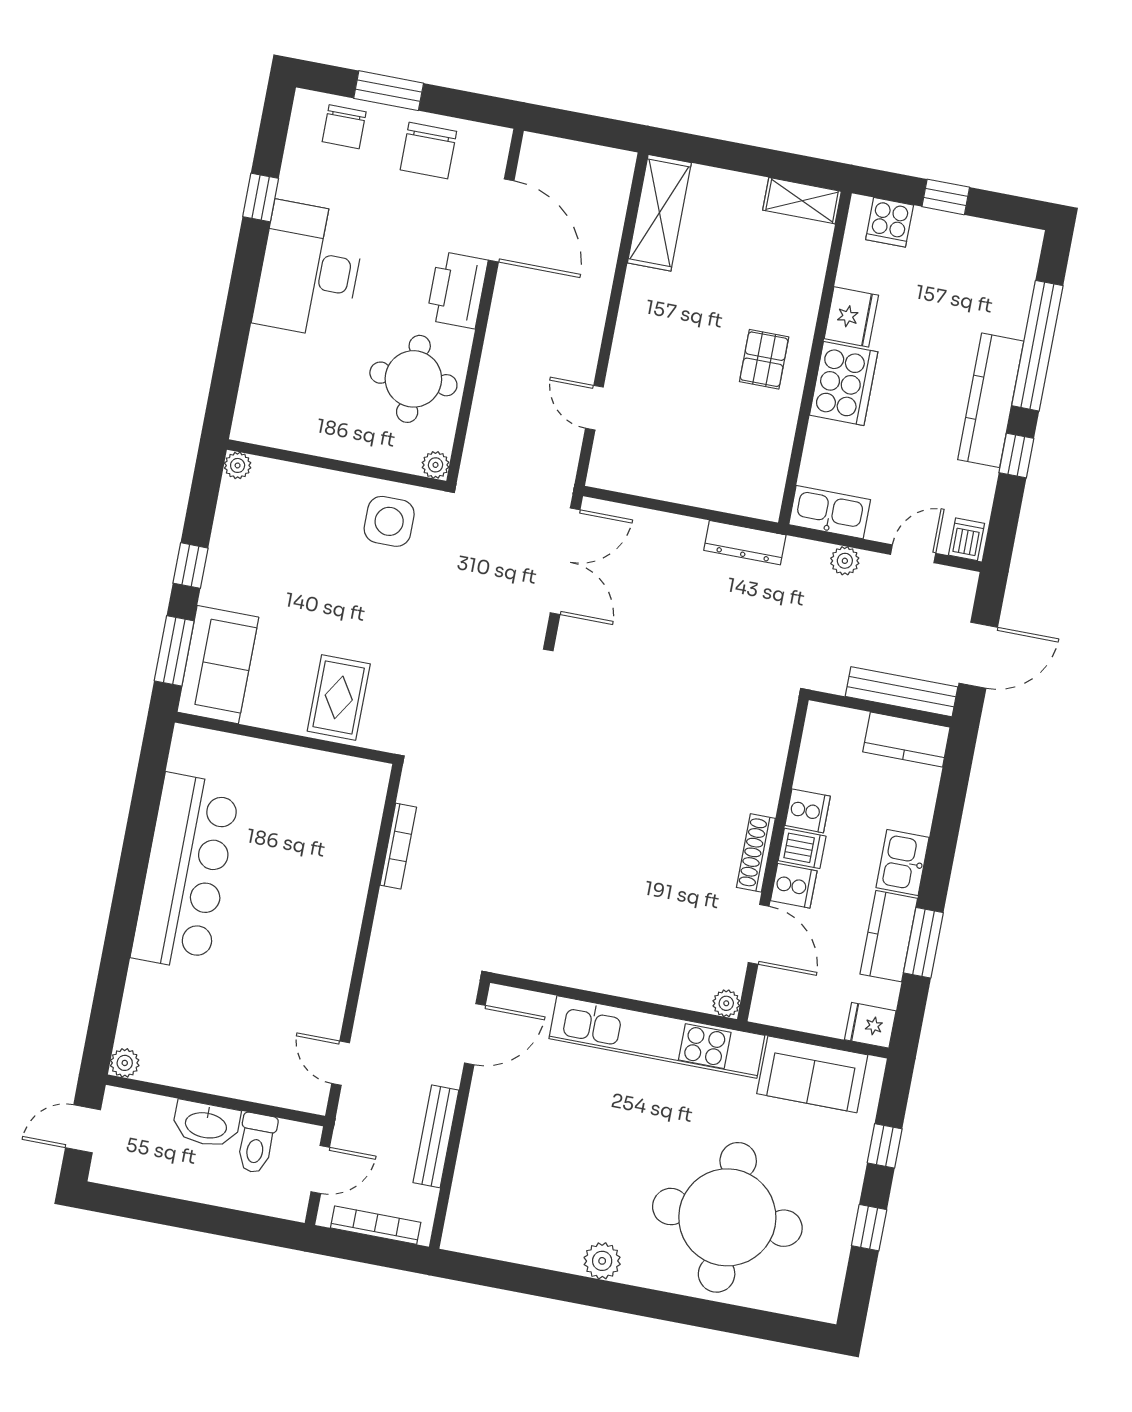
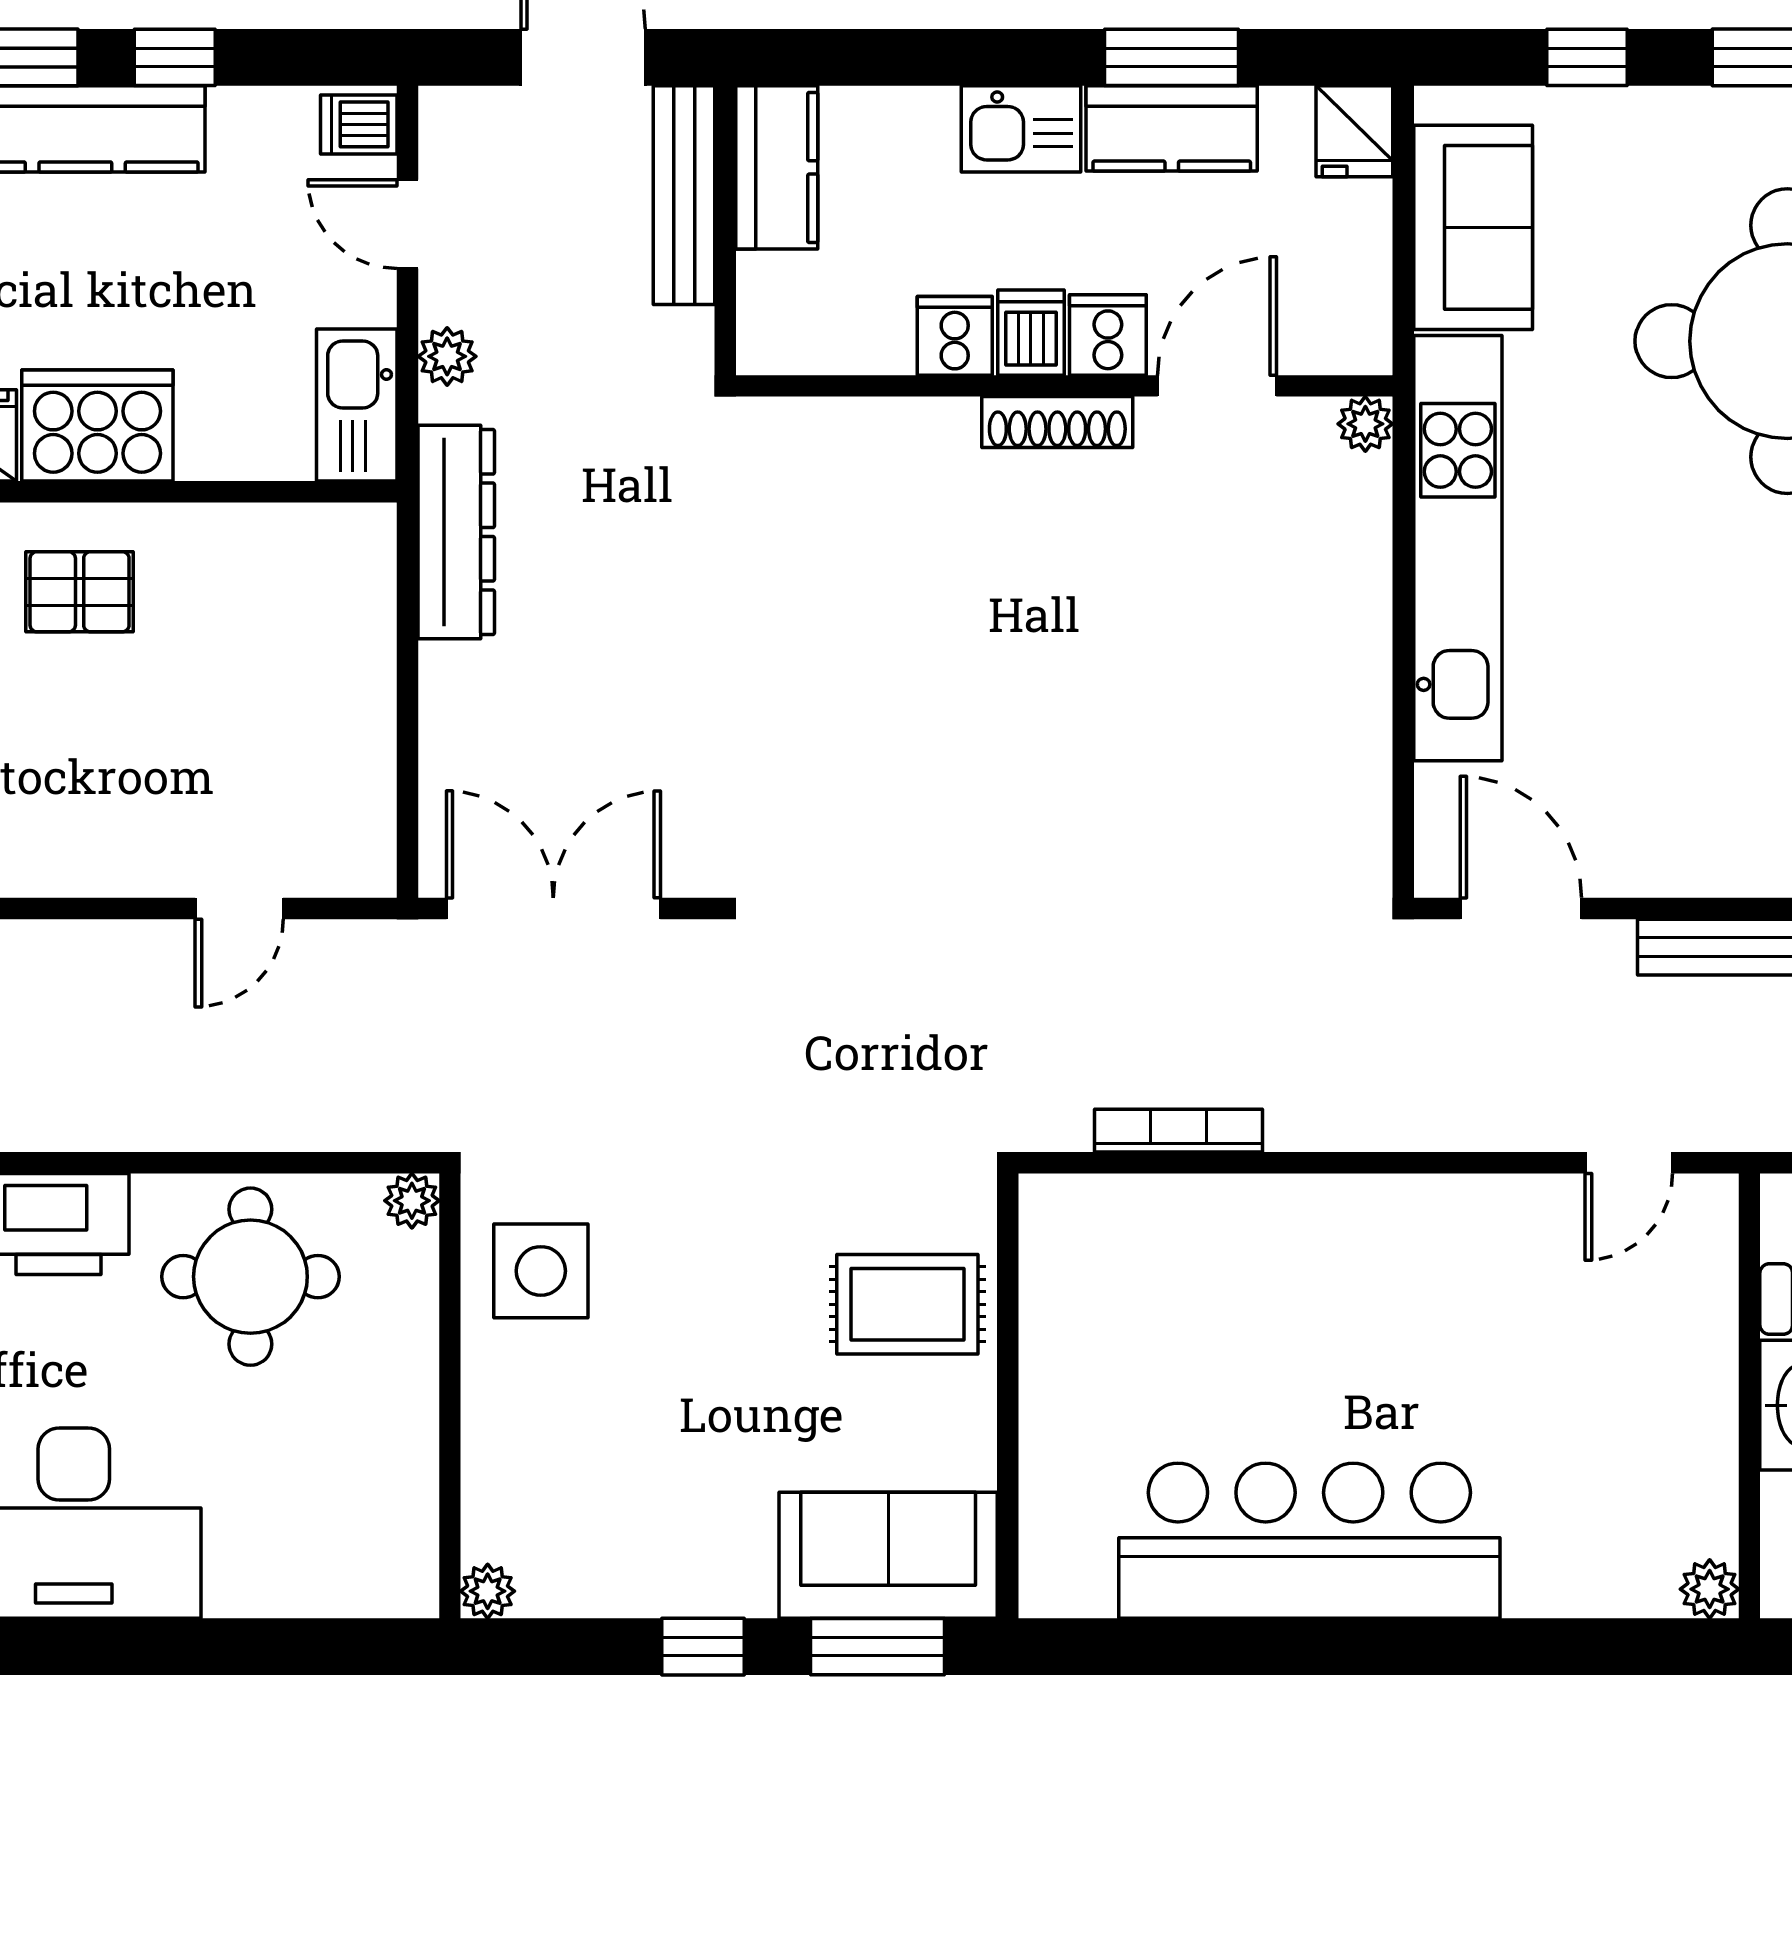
dresser: (745, 543) -> (456, 532), width x1.37, depth x1.24

